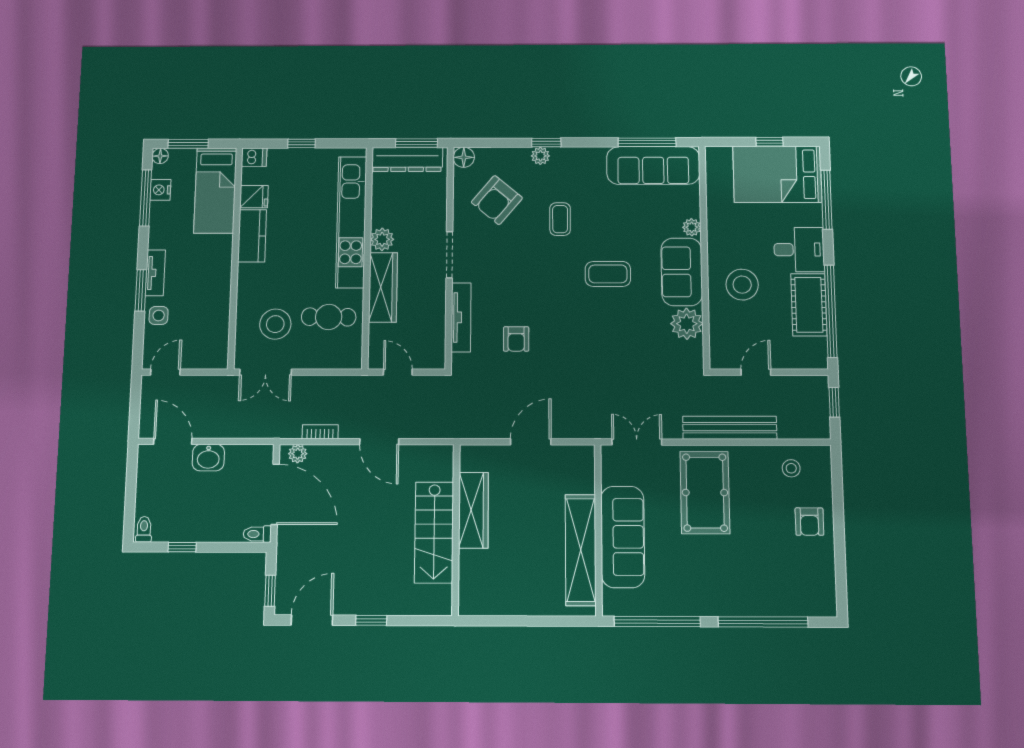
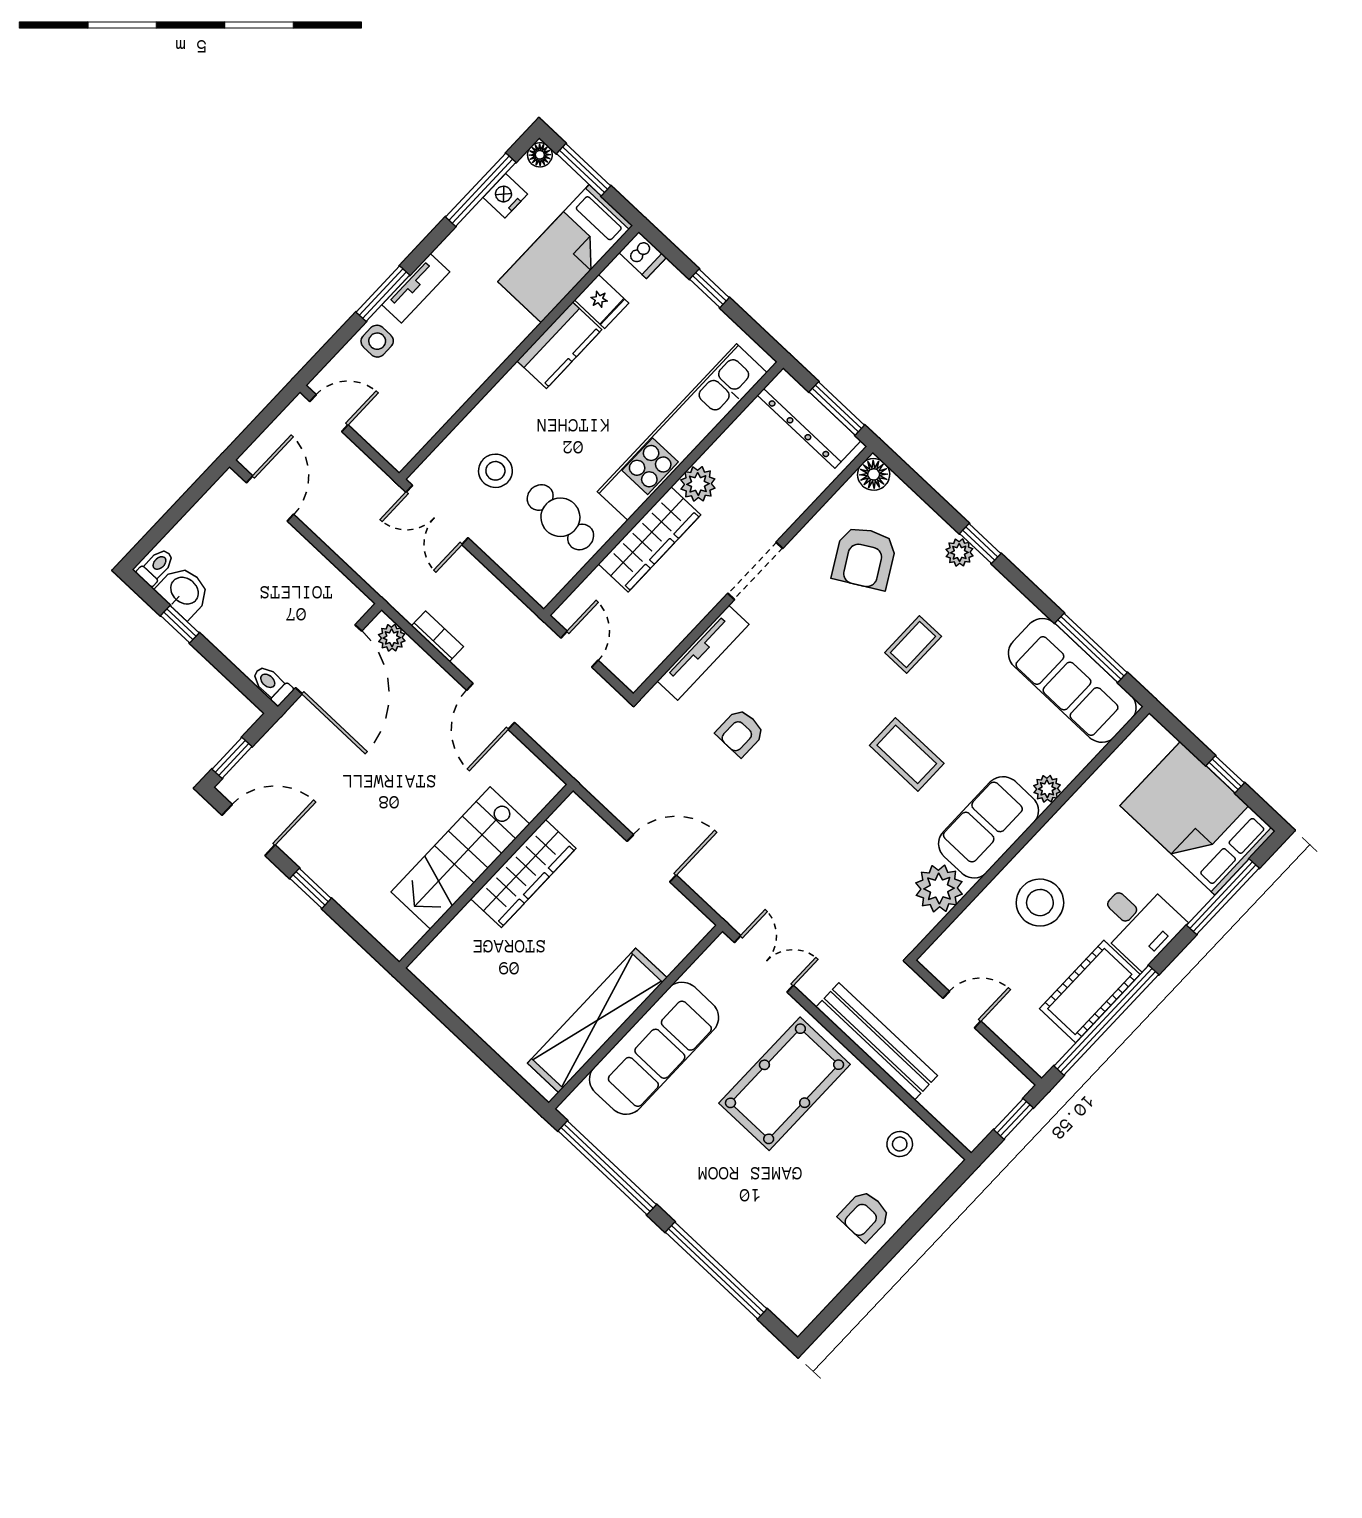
armchair: (497, 200) -> (864, 558), turned -70
stool: (275, 324) -> (495, 471), width x0.73, depth x0.73
washbasin: (208, 458) -> (184, 591), moved, turned 180

